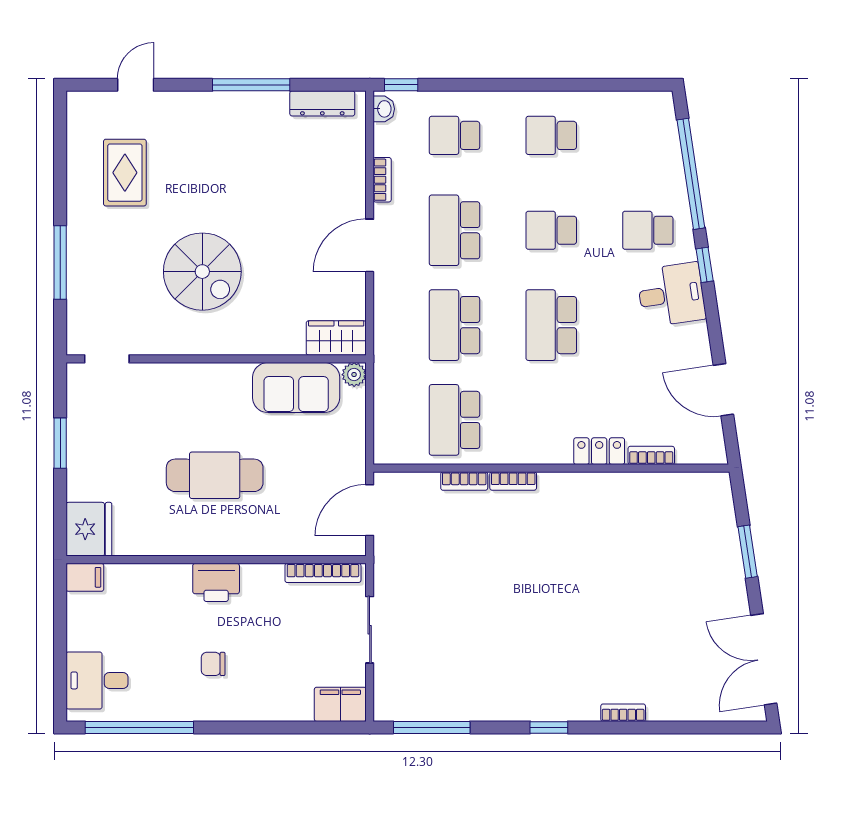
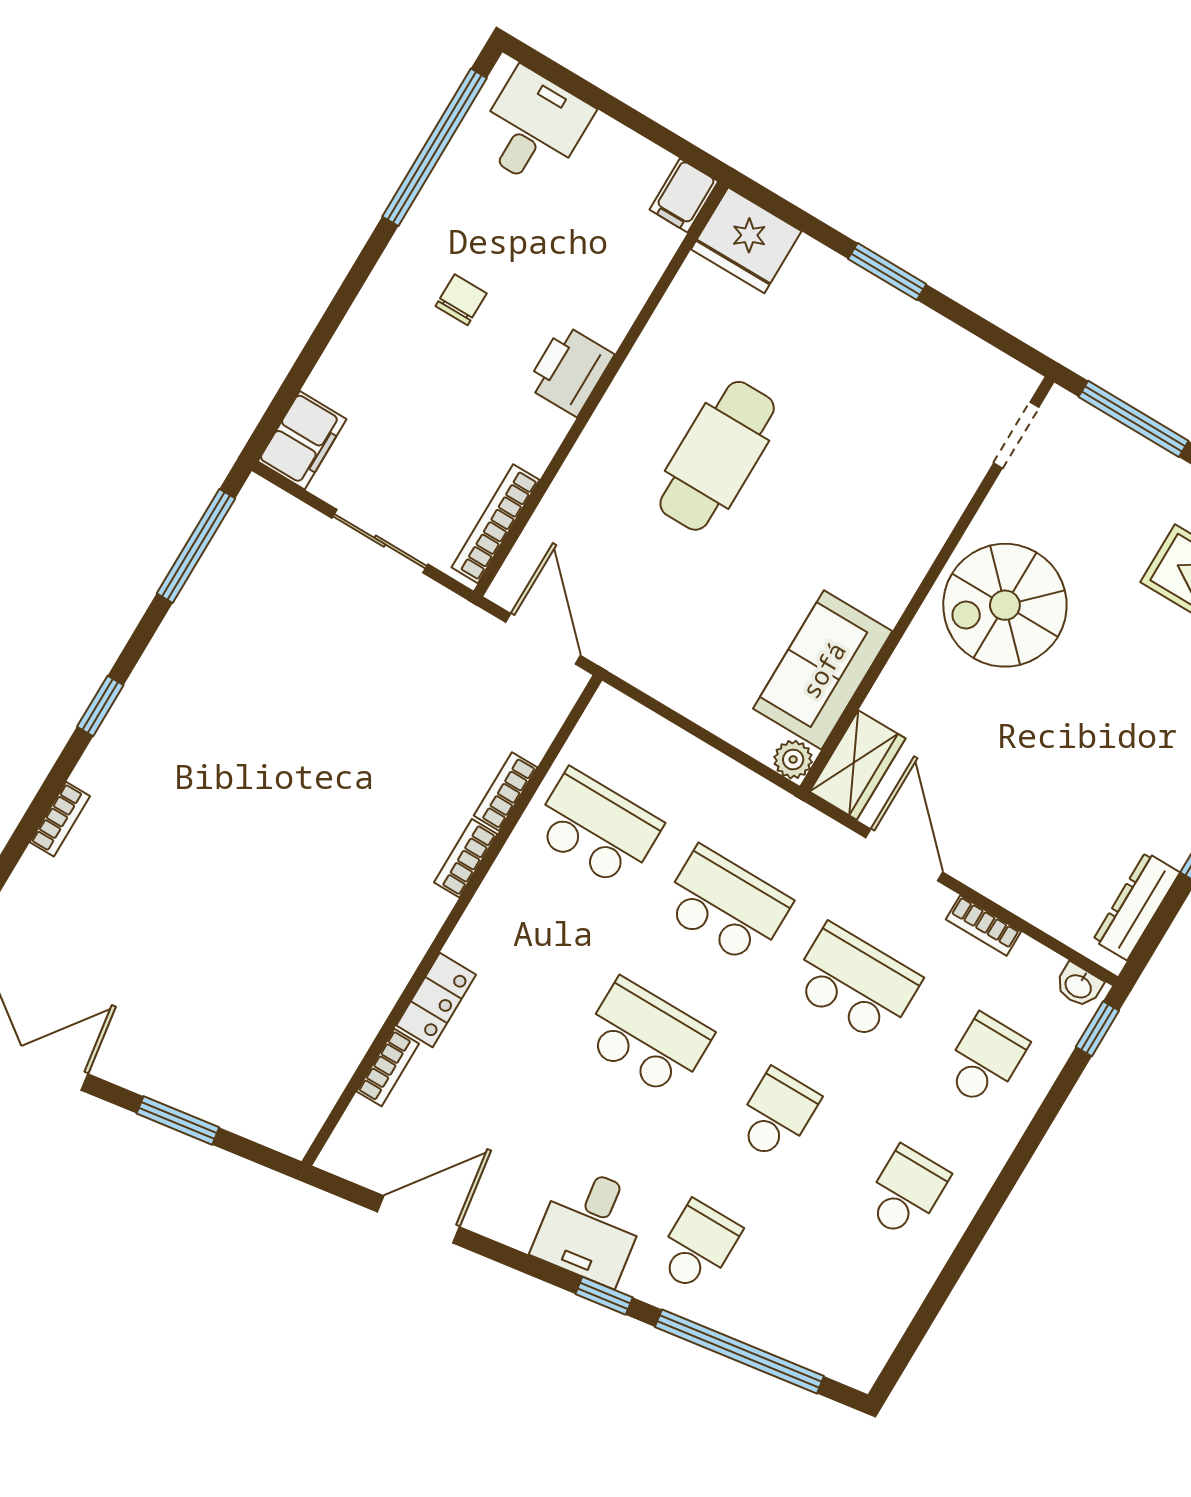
wardrobe: (336, 338) -> (857, 765), moved
doorway: (107, 359) -> (1016, 435), moved
wall: (216, 359) -> (927, 584), moved
plant: (354, 375) -> (793, 760), moved
sofa: (296, 388) -> (823, 670), moved

